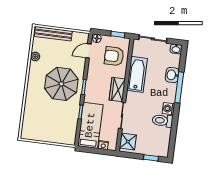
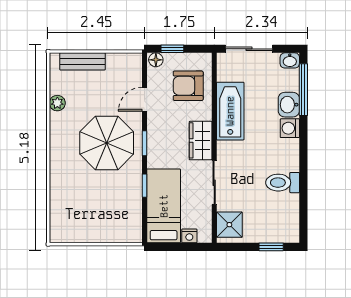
bench: (53, 34) -> (82, 61), width x0.73
window: (118, 34) -> (172, 49), moved
door: (88, 51) -> (145, 99), moved
window: (179, 87) -> (303, 90), moved
washing machine: (168, 109) -> (290, 128), moved

